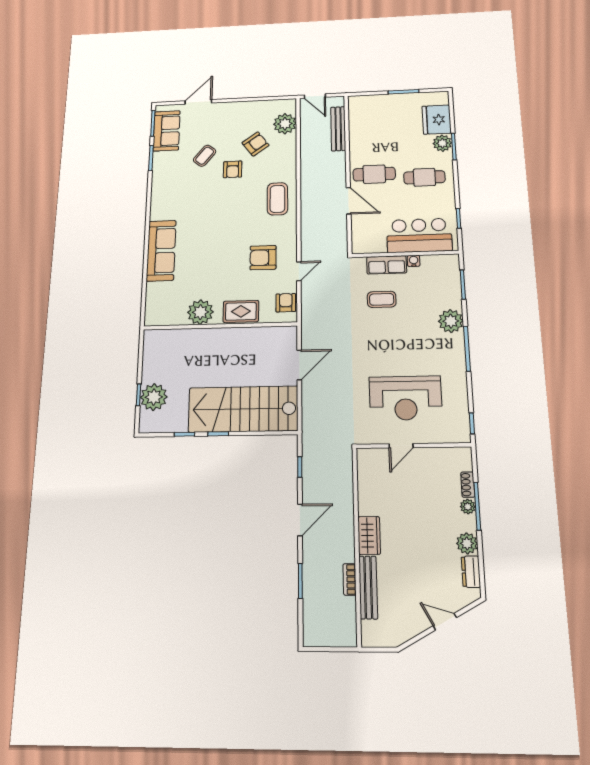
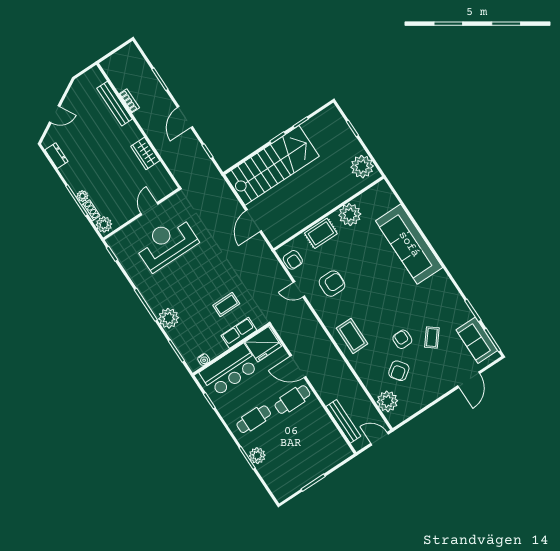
fridge: (437, 120) -> (263, 344), moved, turned 90
sofa: (161, 251) -> (409, 244), width x1.36, depth x1.27
water cooler: (414, 261) -> (204, 360), moved
door: (299, 271) -> (299, 289), hinge flipped
plant: (154, 397) -> (362, 167), moved
wardrobe: (369, 535) -> (145, 153), moved
plant: (467, 543) -> (104, 224), moved

